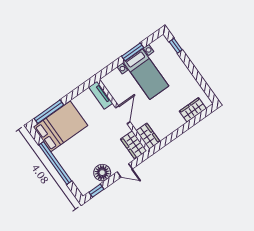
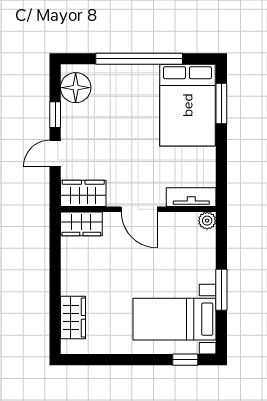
bed with nightstands: (146, 74) -> (175, 319), moved
plant: (106, 81) -> (207, 221), added
window: (49, 112) -> (221, 103), width x0.69
floor lamp: (102, 173) -> (76, 88), moved
window: (96, 191) -> (55, 115), moved

